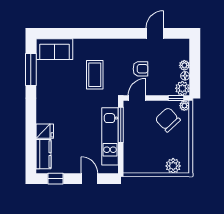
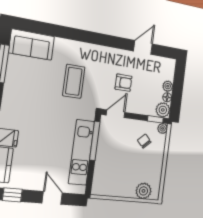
chair: (168, 120) -> (144, 141), width x0.54, depth x0.54

